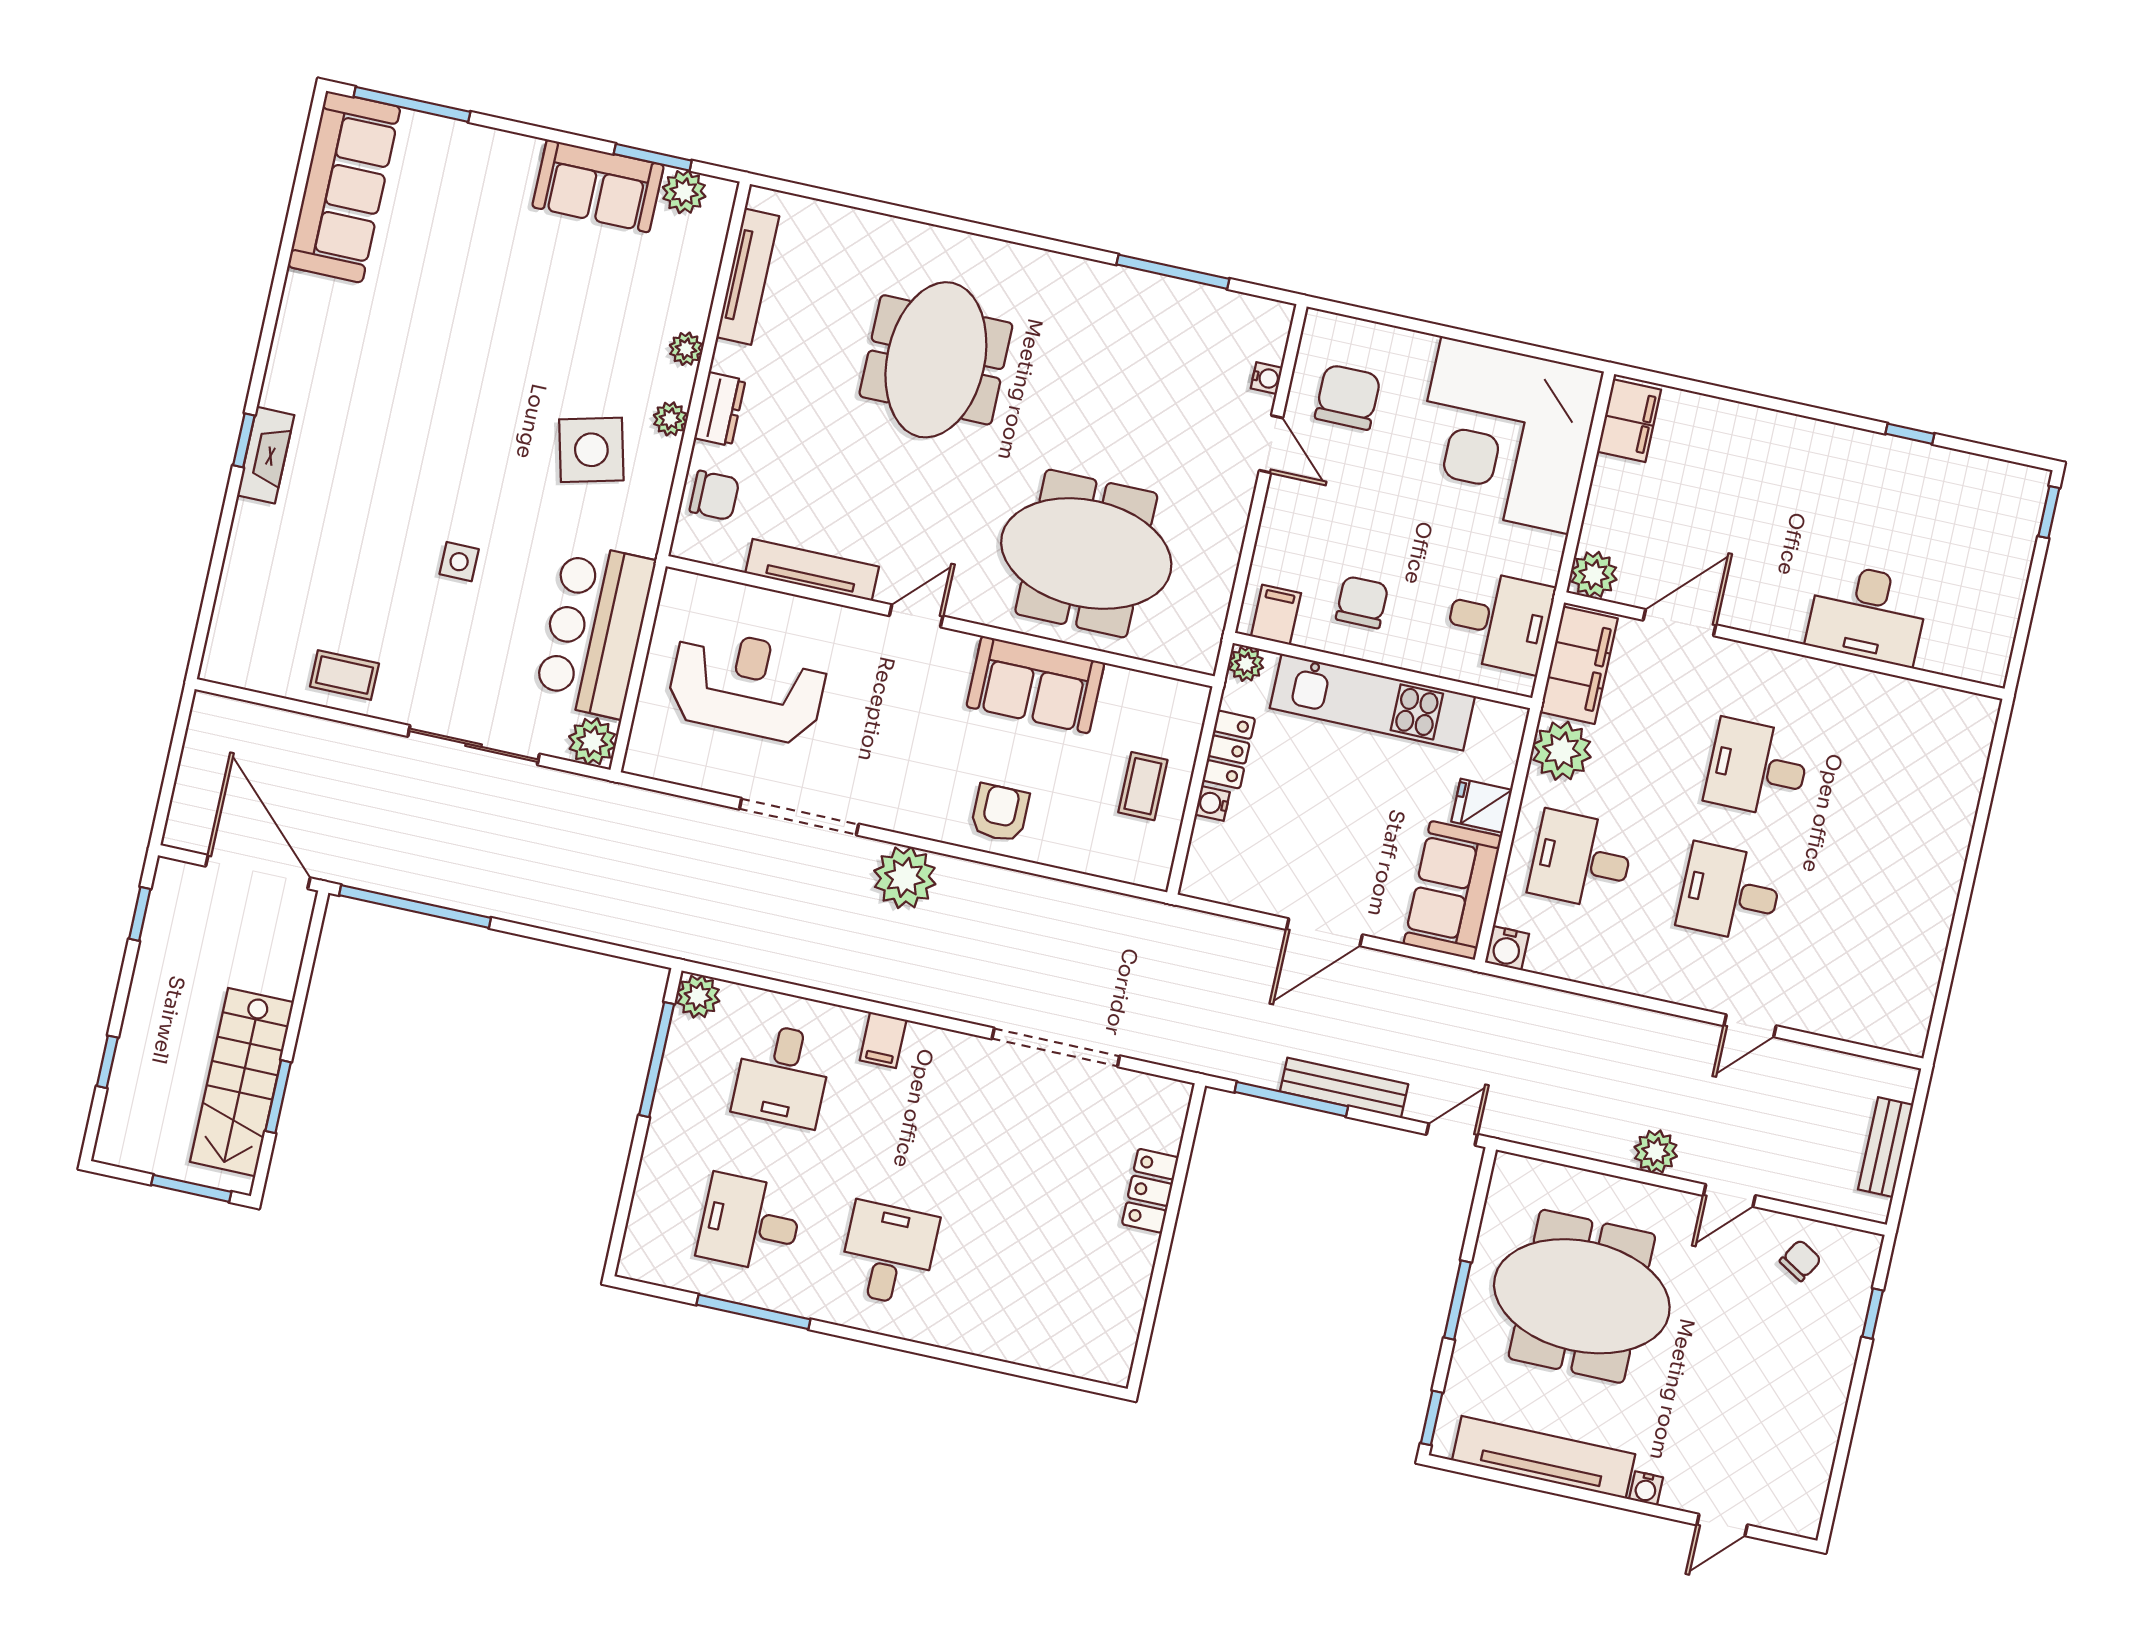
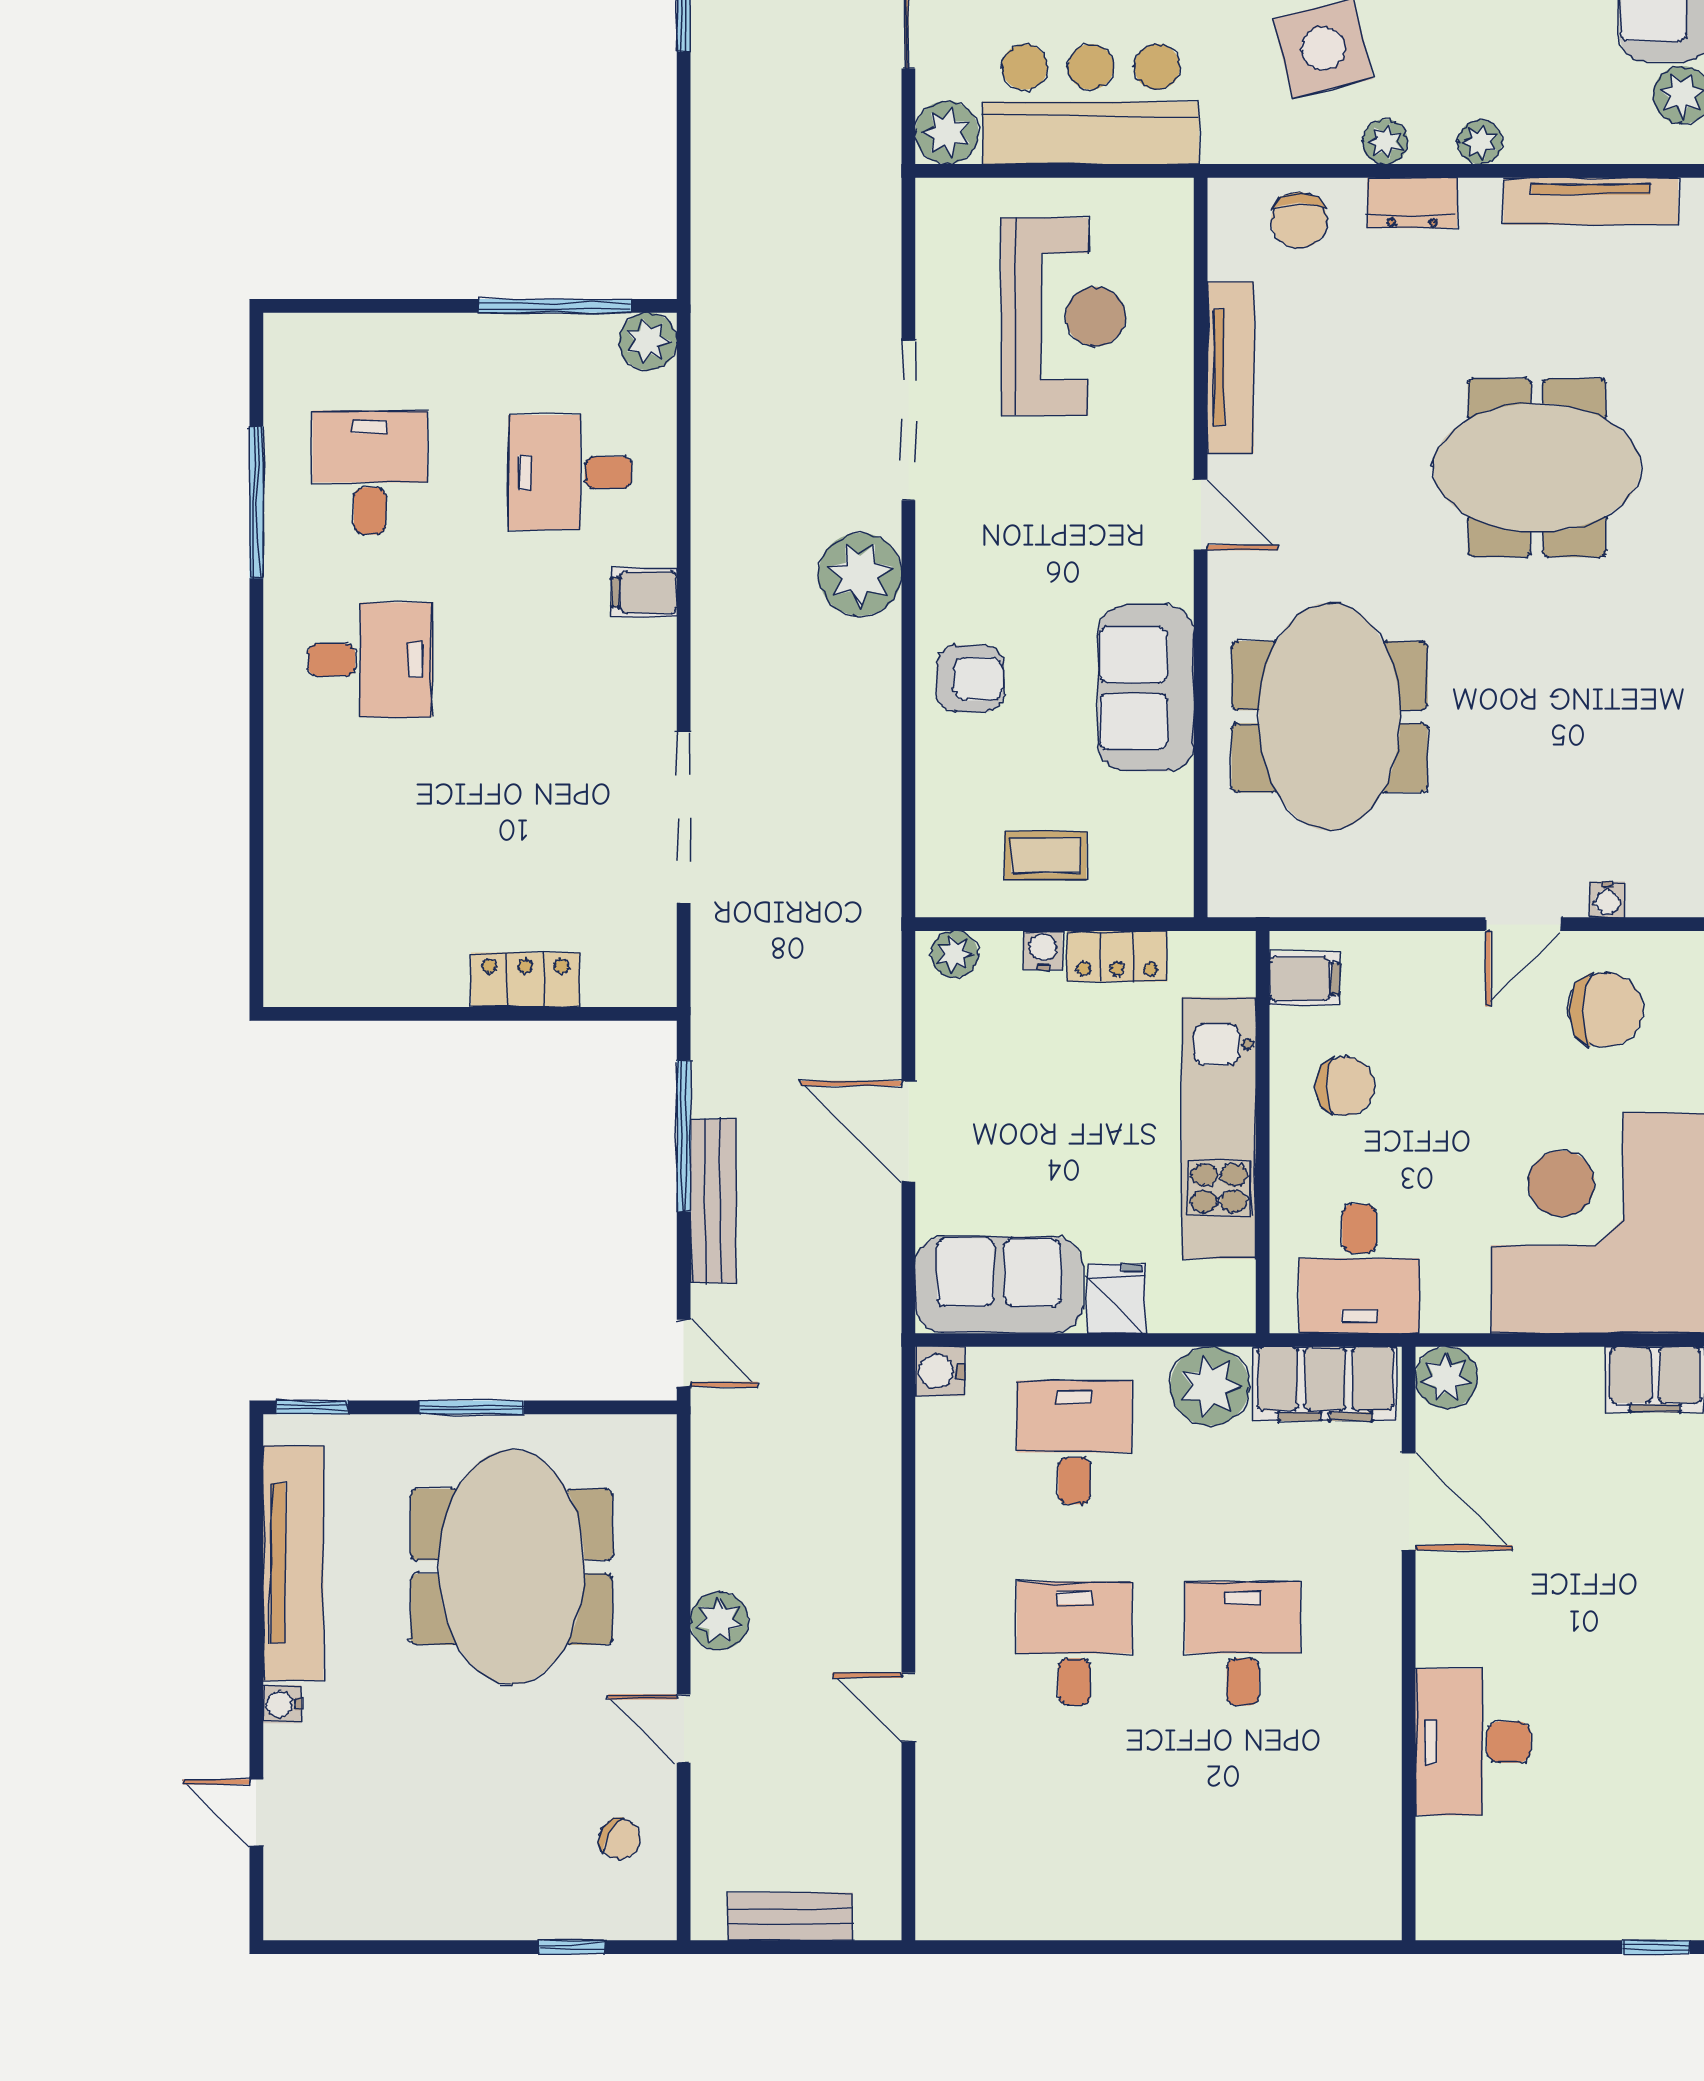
plant: (1246, 664) -> (955, 954), moved

